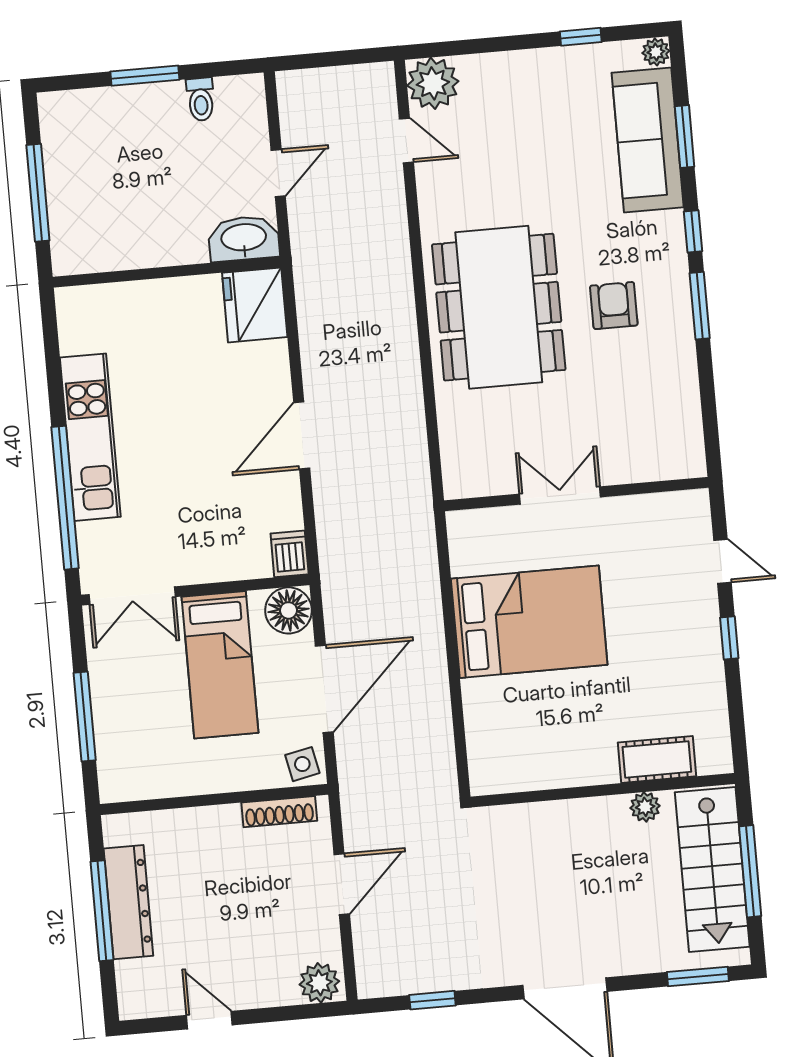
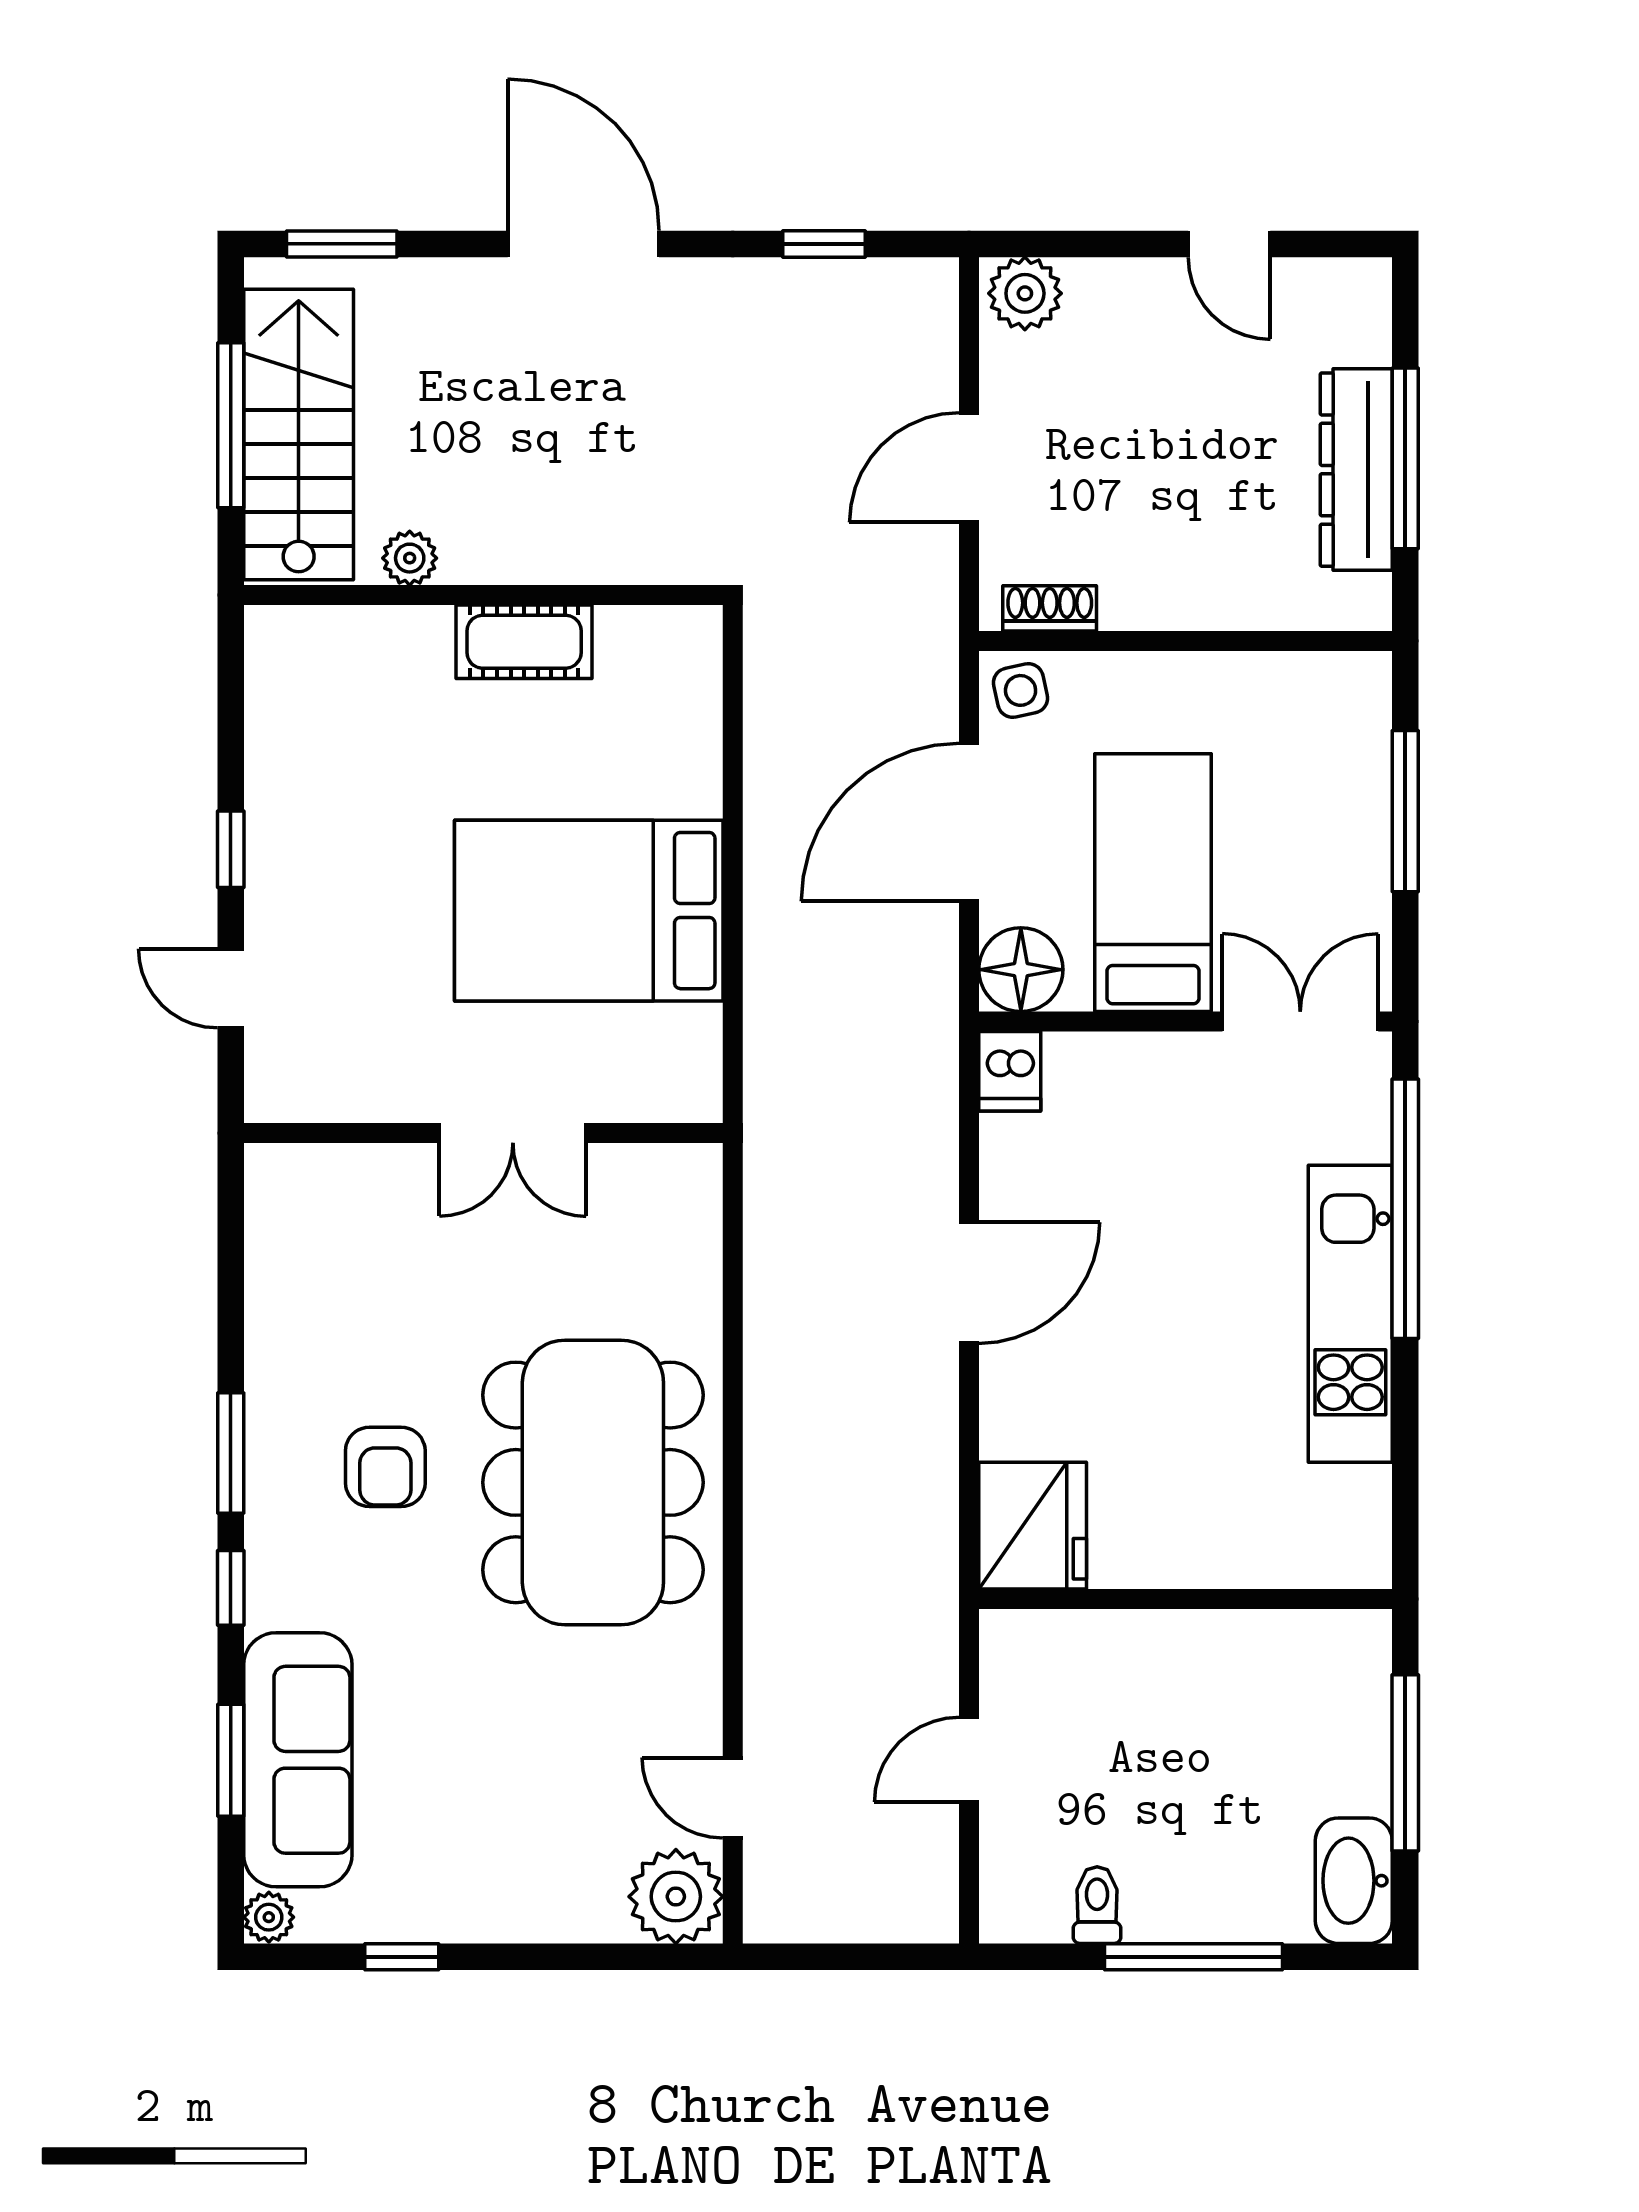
window: (145, 76) -> (1194, 1957), width x1.44
washbasin: (244, 238) -> (1354, 1881), moved, turned 90
cot: (657, 759) -> (524, 642), moved
shoe rack: (279, 812) -> (1050, 608), width x0.70

